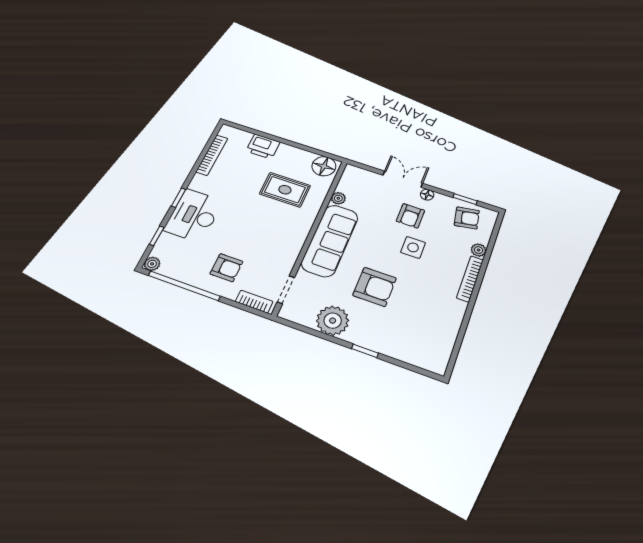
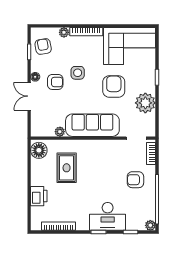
armchair: (226, 268) -> (135, 180), turned -90
corner sofa: (428, 329) -> (130, 46), added

